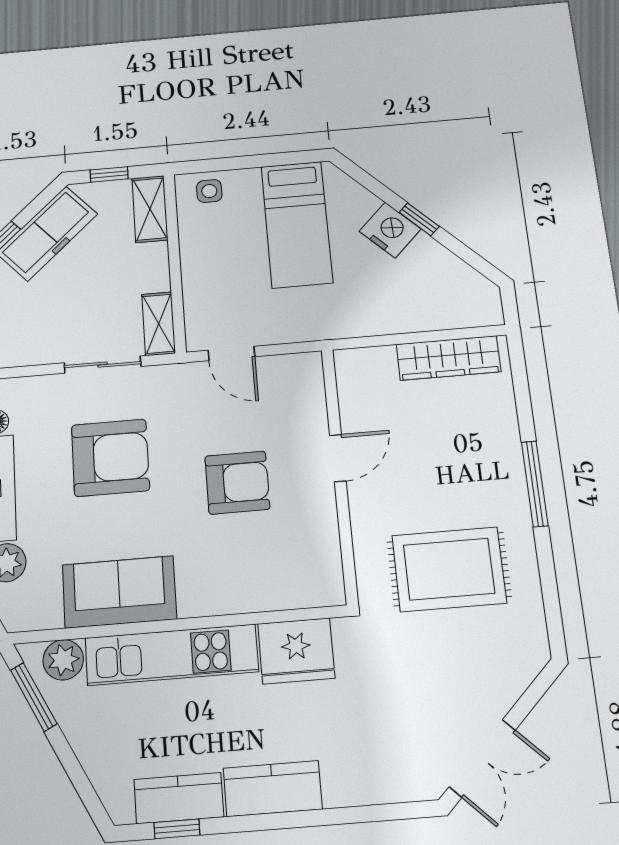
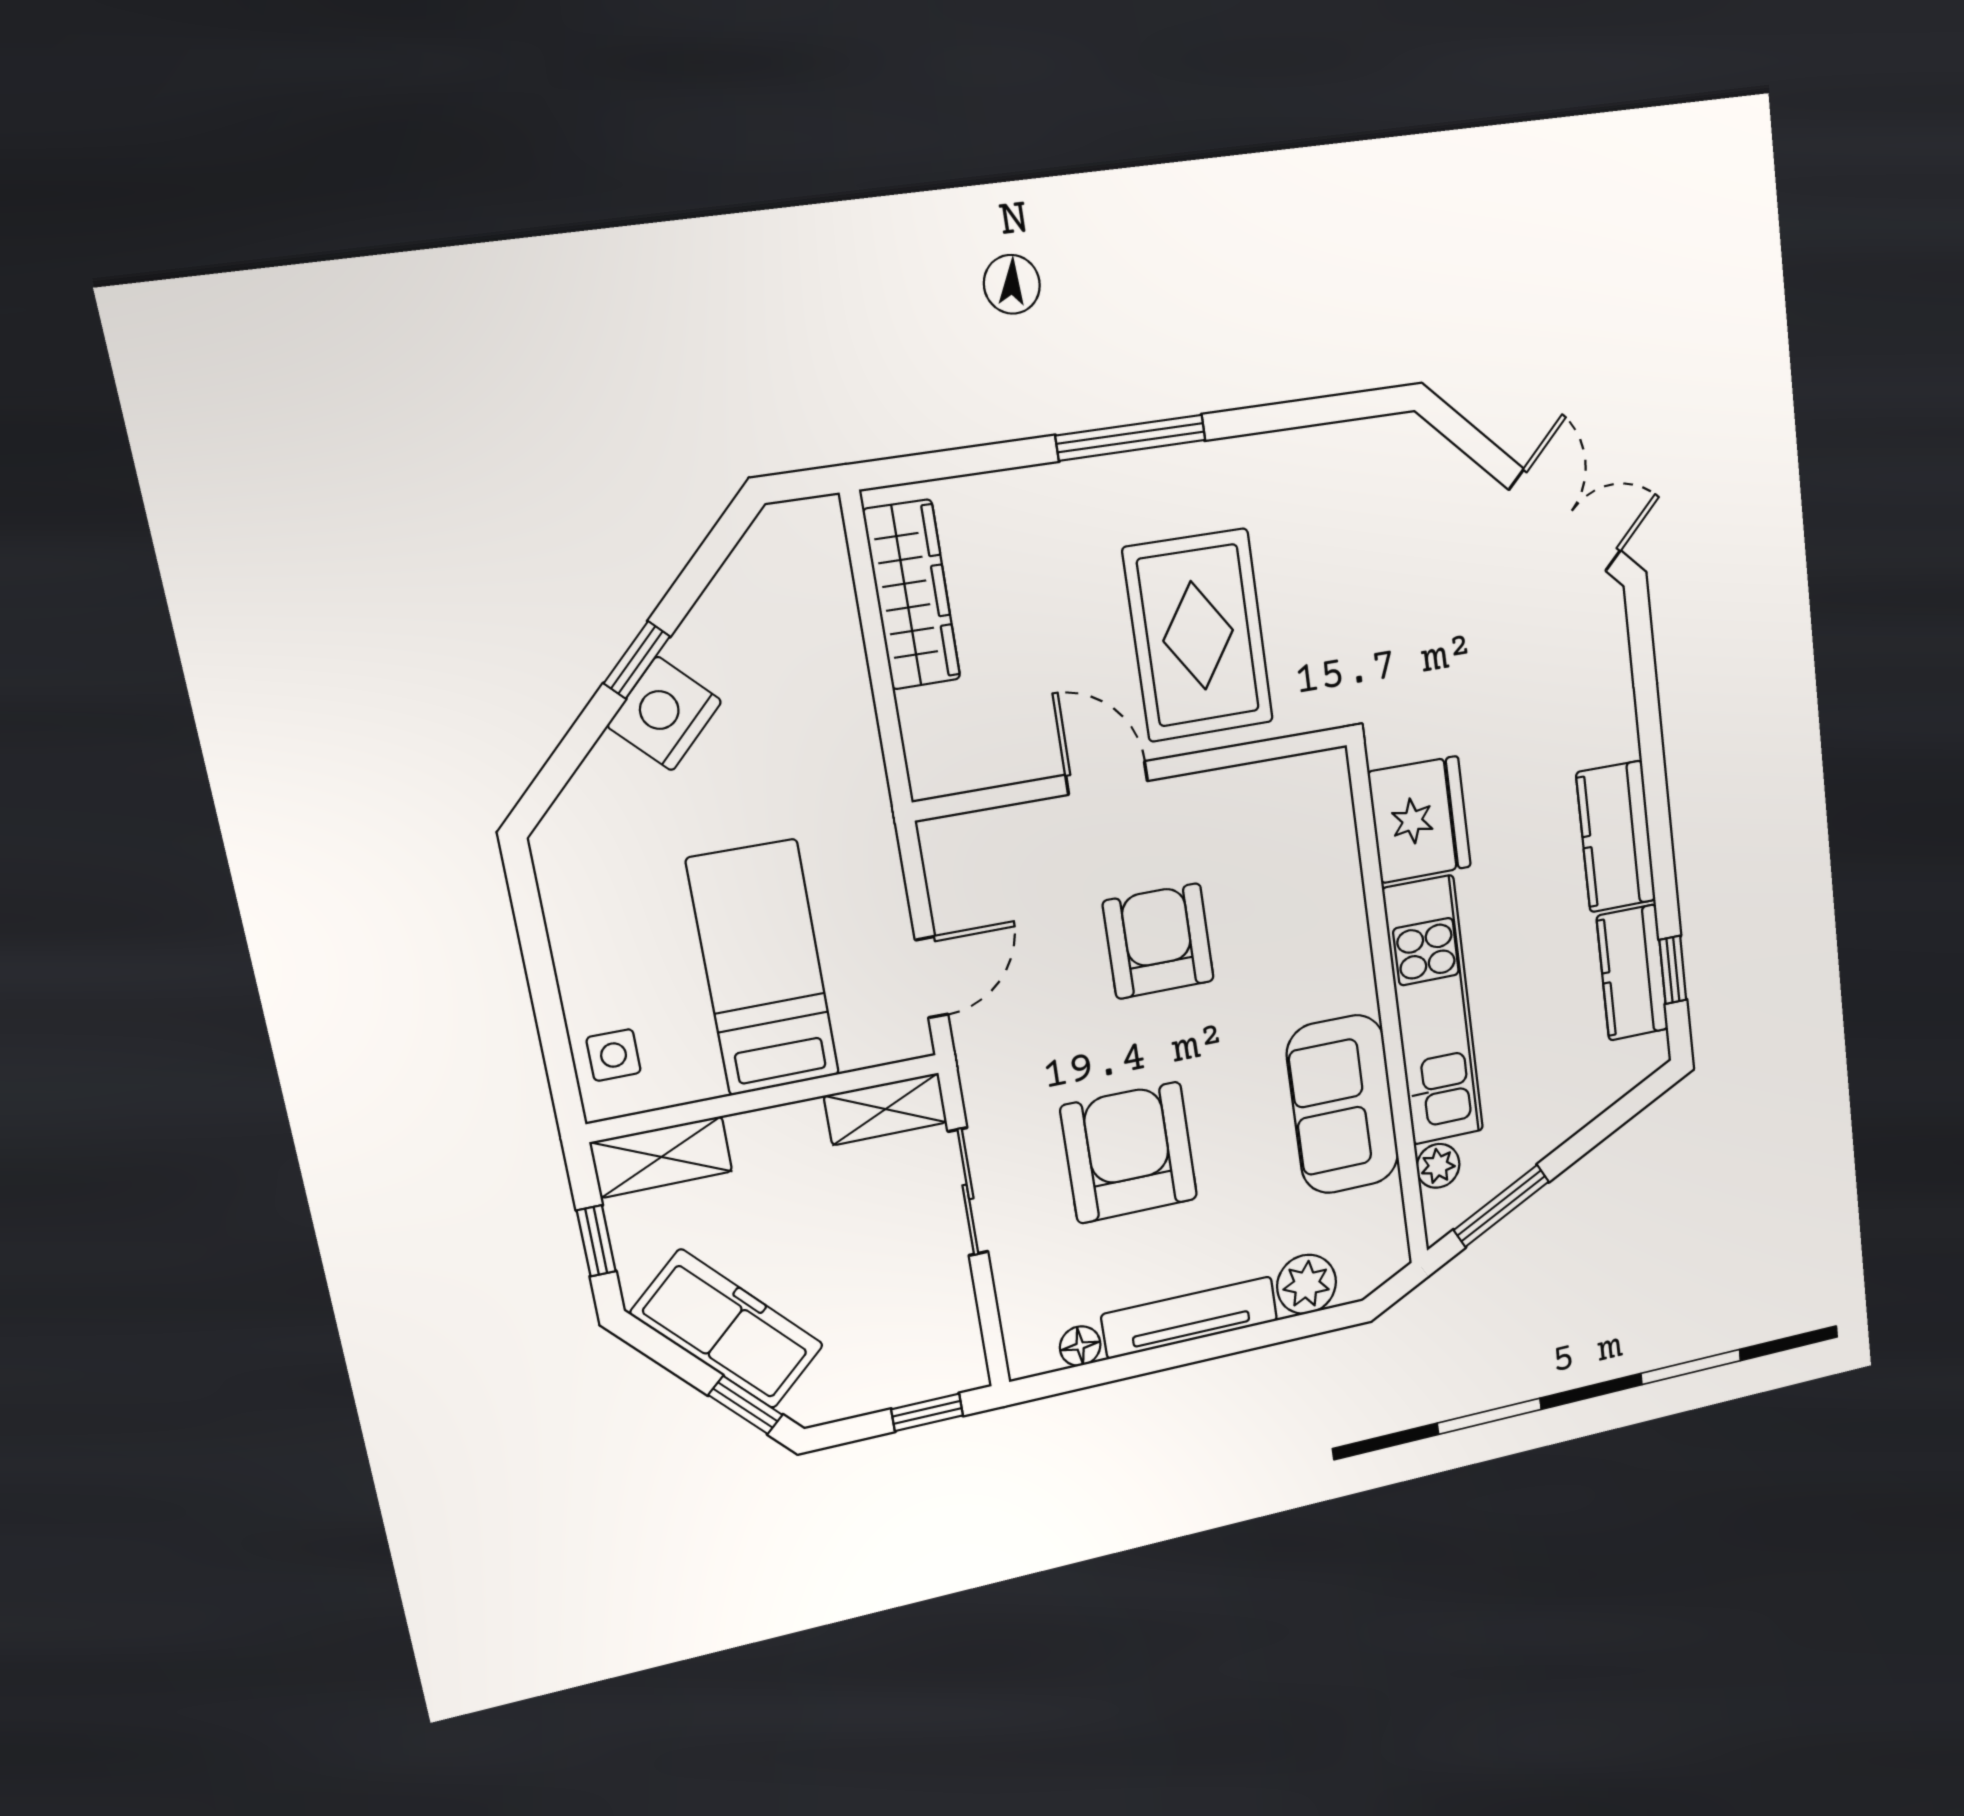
bed: (297, 224) -> (763, 968), moved, turned -90
rug: (449, 569) -> (1198, 635), moved
plant: (63, 660) -> (1438, 1166), width x0.73, depth x0.73

